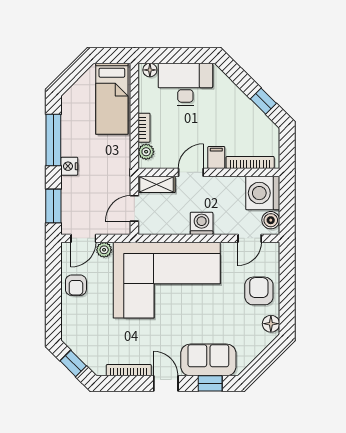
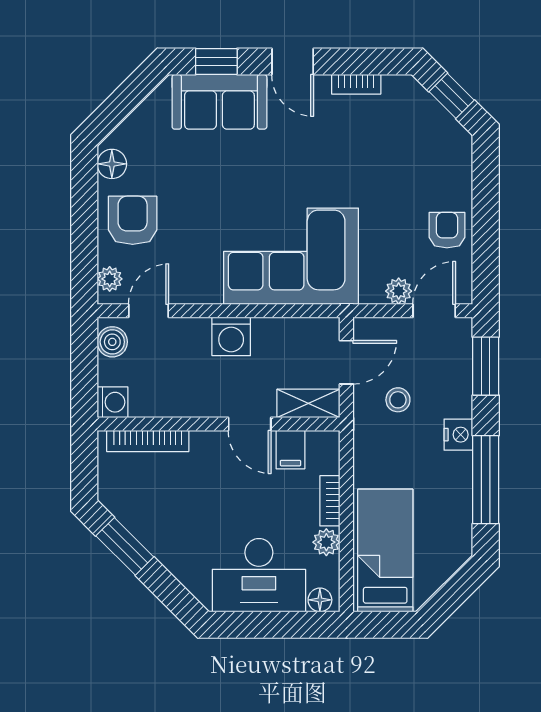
window: (263, 101) -> (125, 546), width x1.50
plant: (146, 152) -> (326, 542), moved
filing cabinet: (216, 157) -> (290, 450), moved
door: (191, 172) -> (250, 424), hinge flipped
stool: (104, 186) -> (398, 400), added
washing machine: (263, 193) -> (113, 402), width x0.53, depth x0.53
plant: (272, 257) -> (110, 279), added
corner sofa: (167, 280) -> (291, 256), width x0.73, depth x0.74
armchair: (259, 291) -> (133, 220), turned 180
bookcase: (129, 370) -> (356, 84), width x0.64

